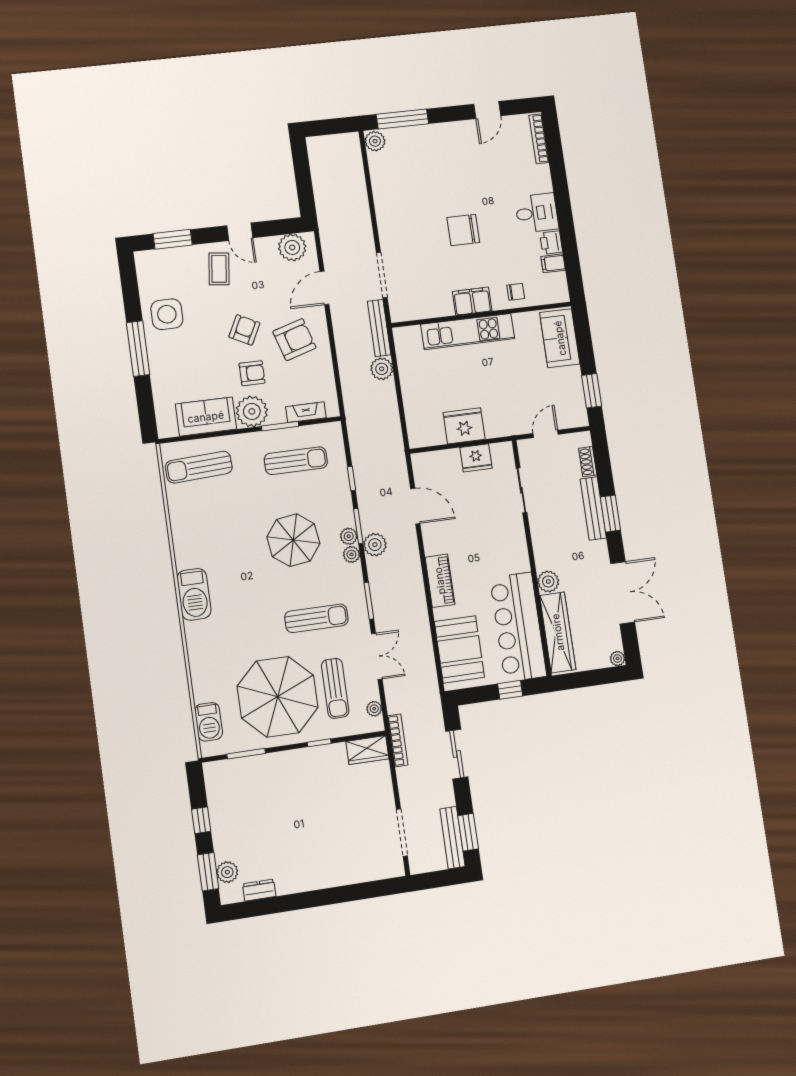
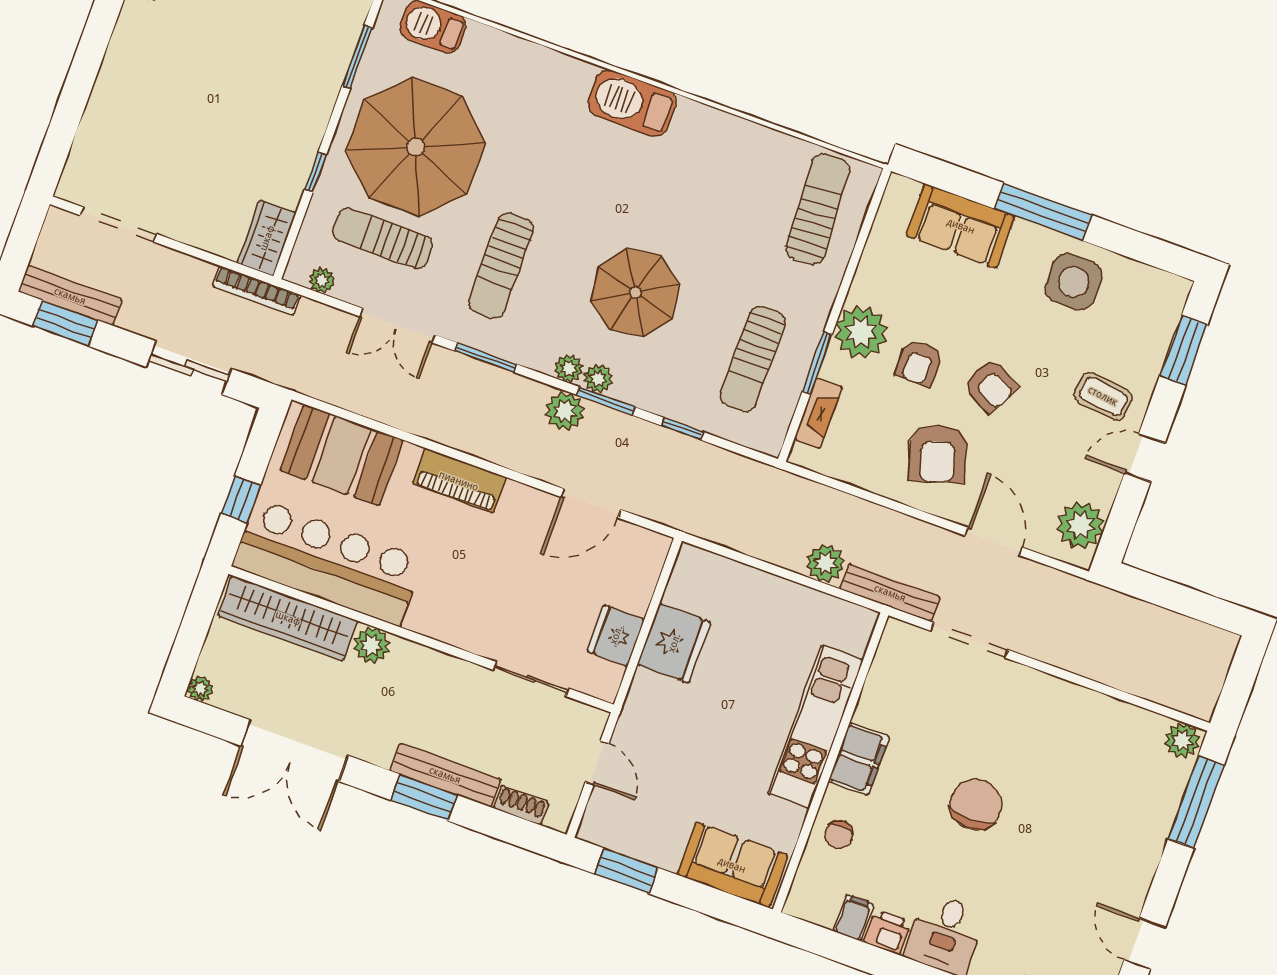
sofa: (206, 417) -> (961, 226), moved, turned 90

